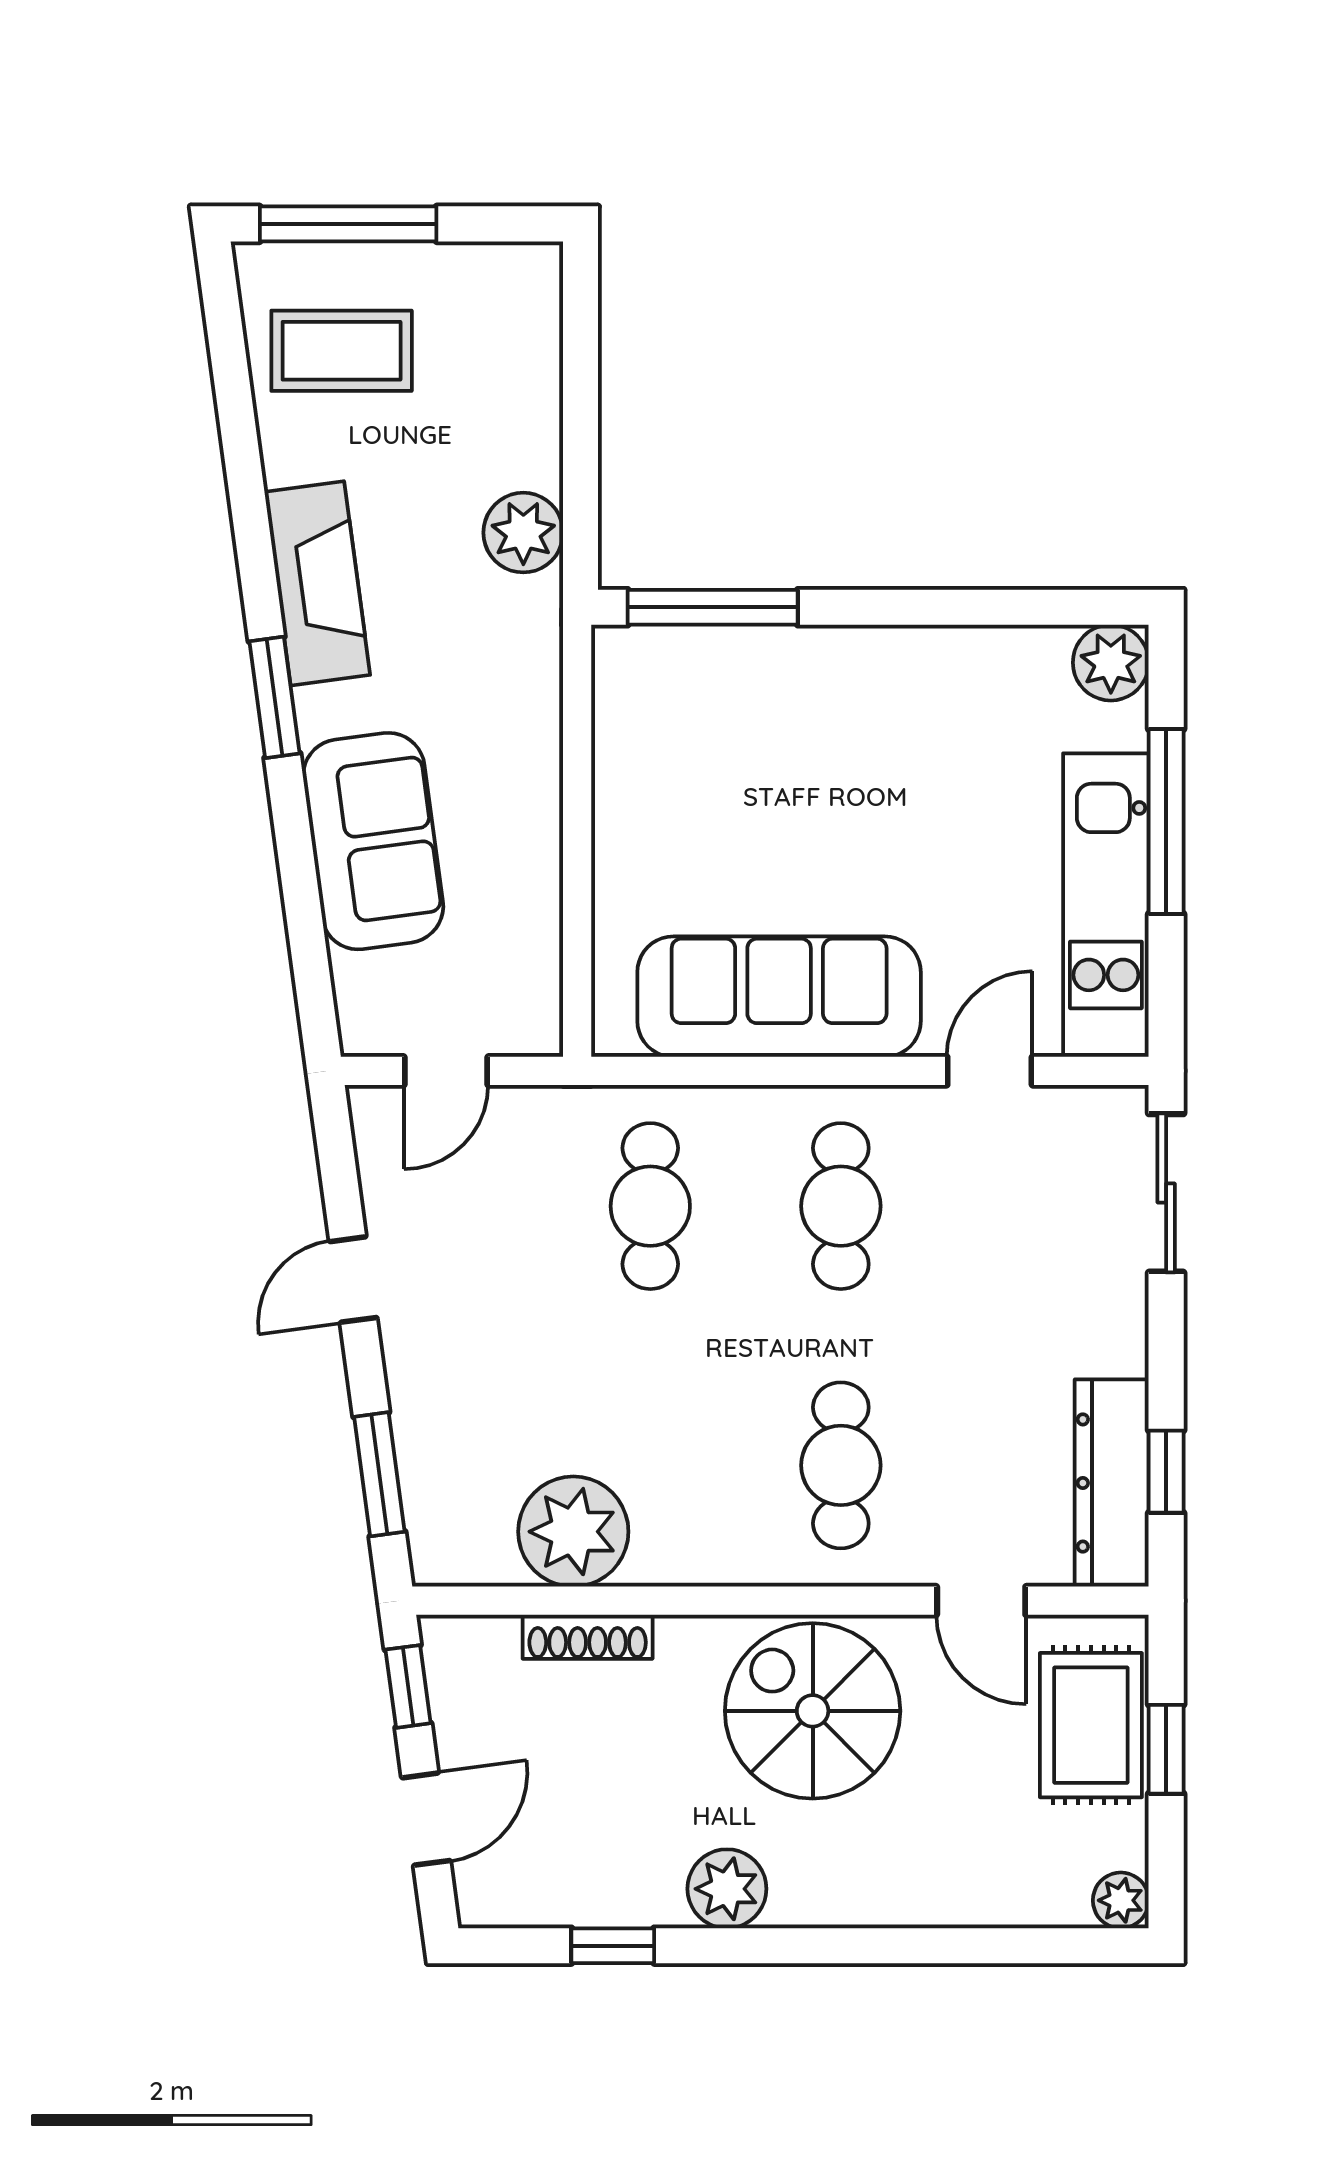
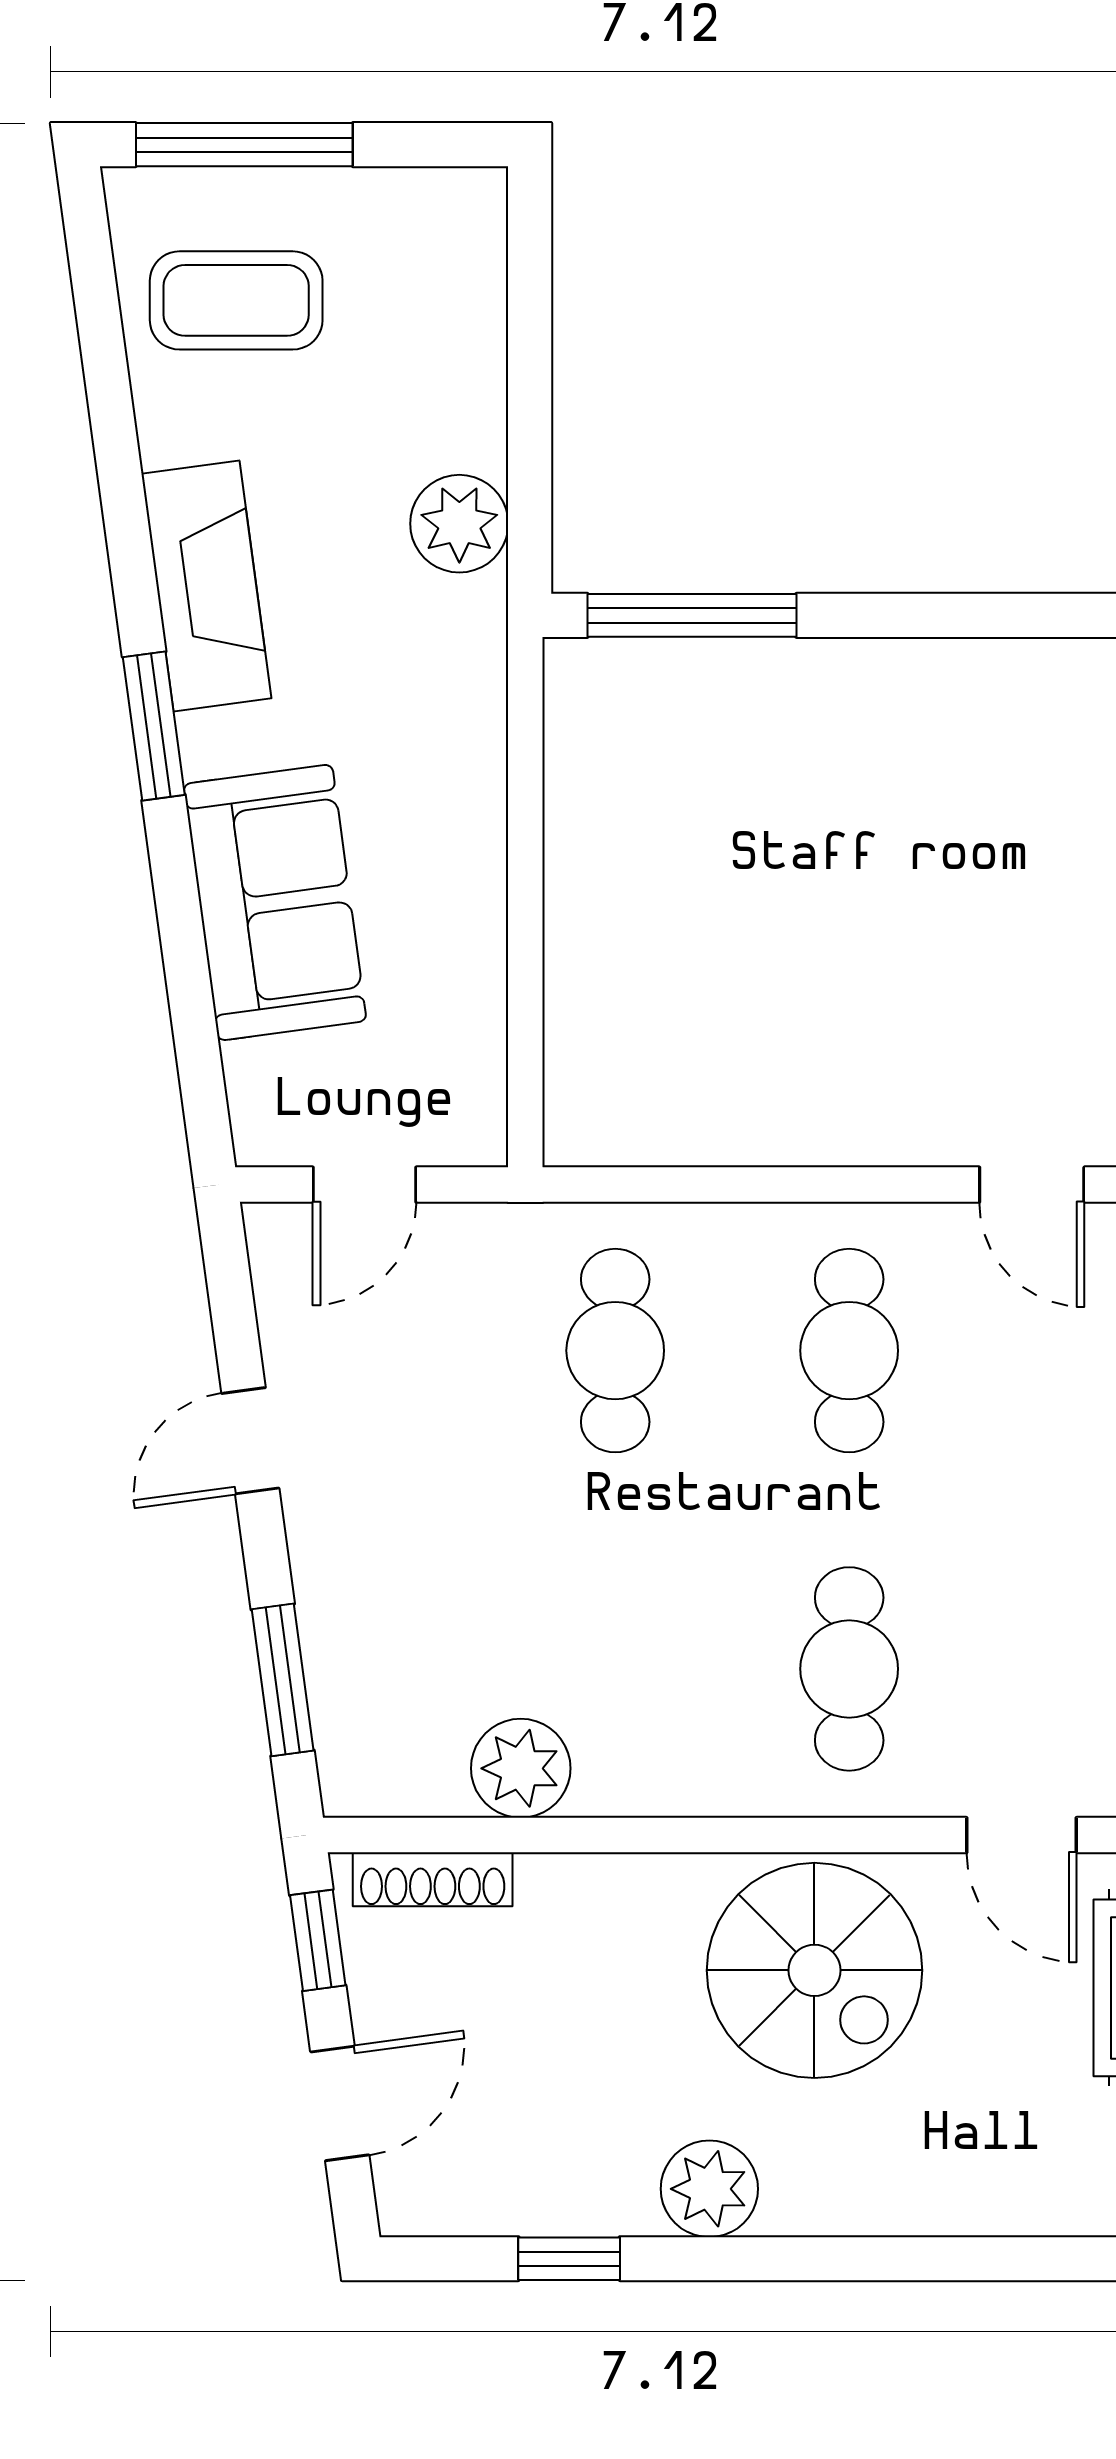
sofa: (779, 997) -> (773, 1093), removed
door: (990, 1071) -> (1032, 1185), swing flipped
plant: (573, 1532) -> (521, 1768), width x0.73, depth x0.73
shoe rack: (588, 1637) -> (433, 1879), moved
spiral stairs: (813, 1711) -> (814, 1970), turned 180

